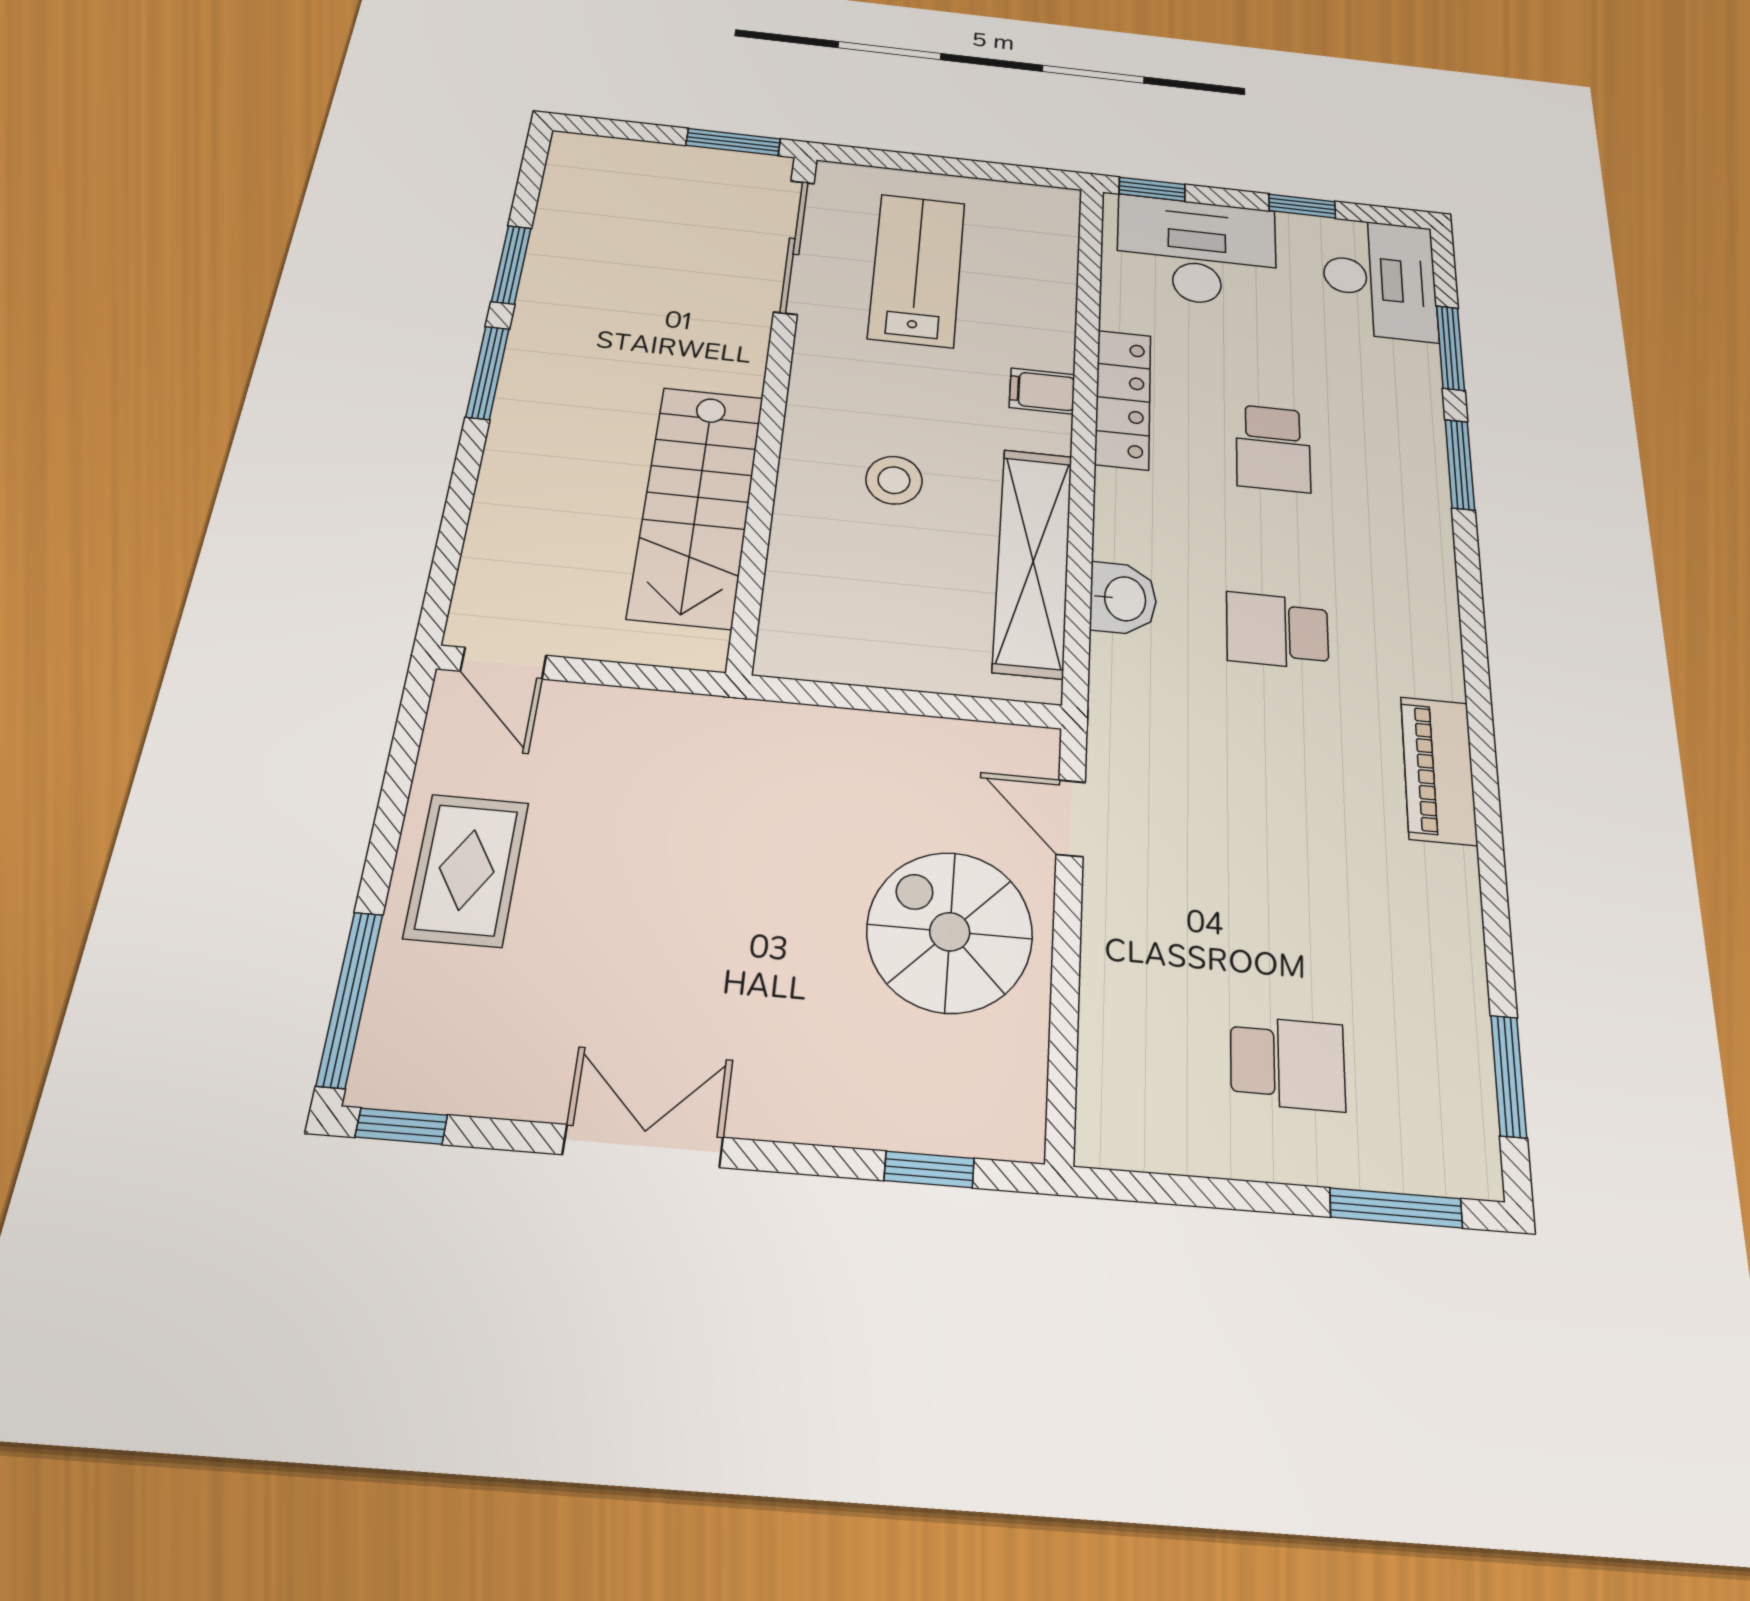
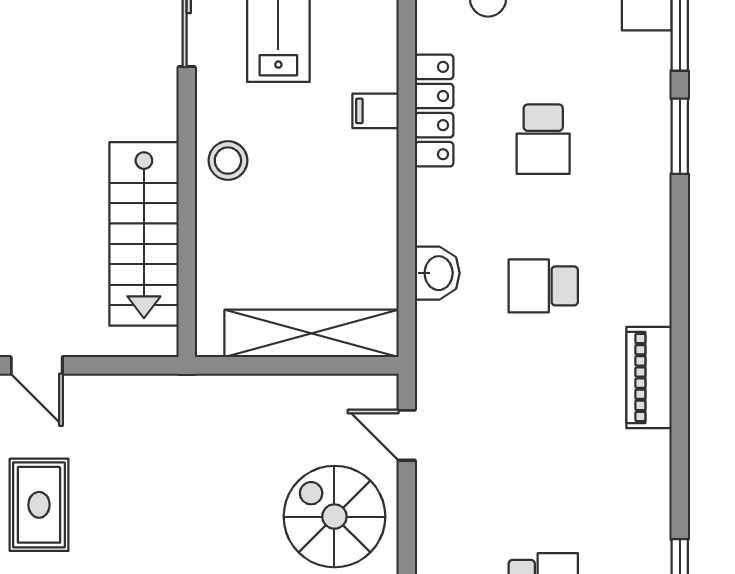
stool: (894, 480) -> (228, 161), moved
shelving: (1033, 561) -> (312, 333), moved, turned 90

